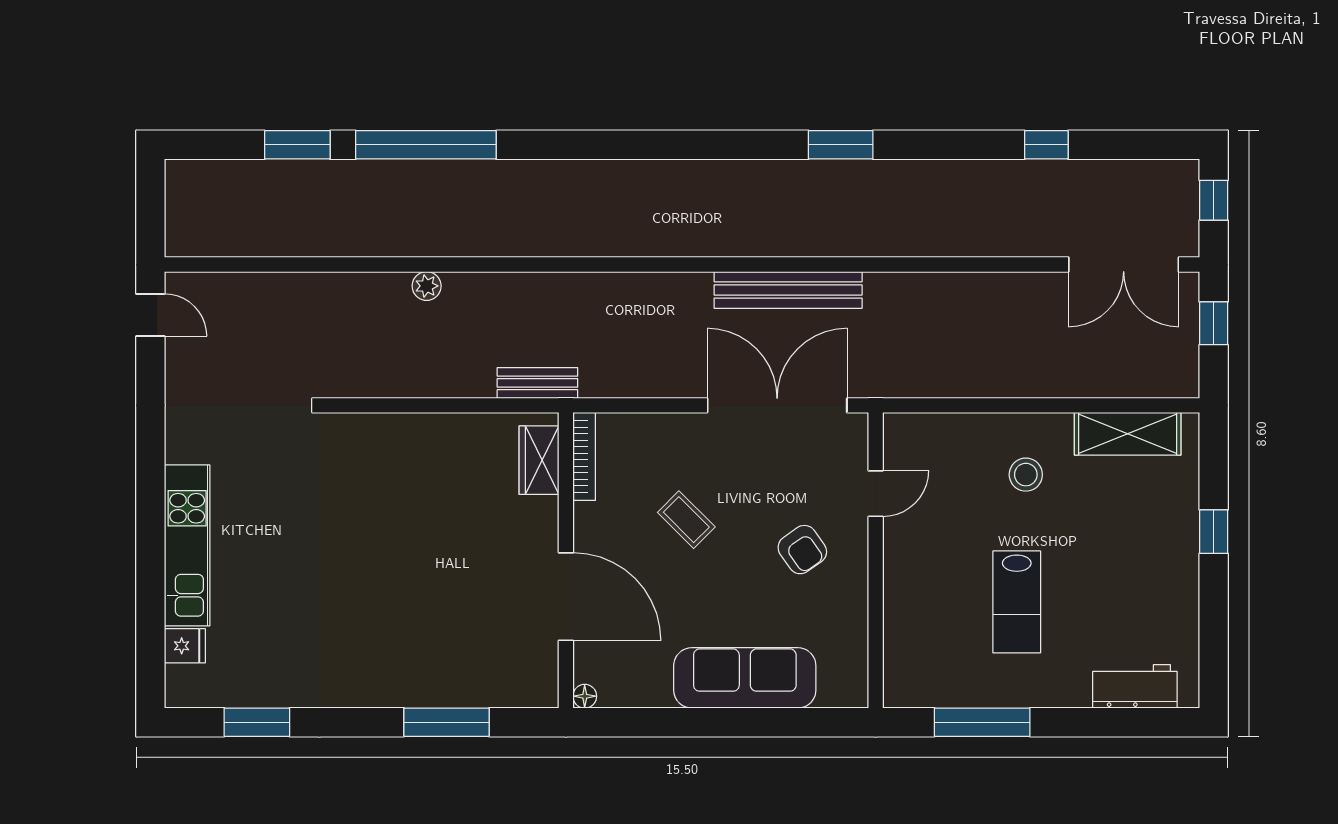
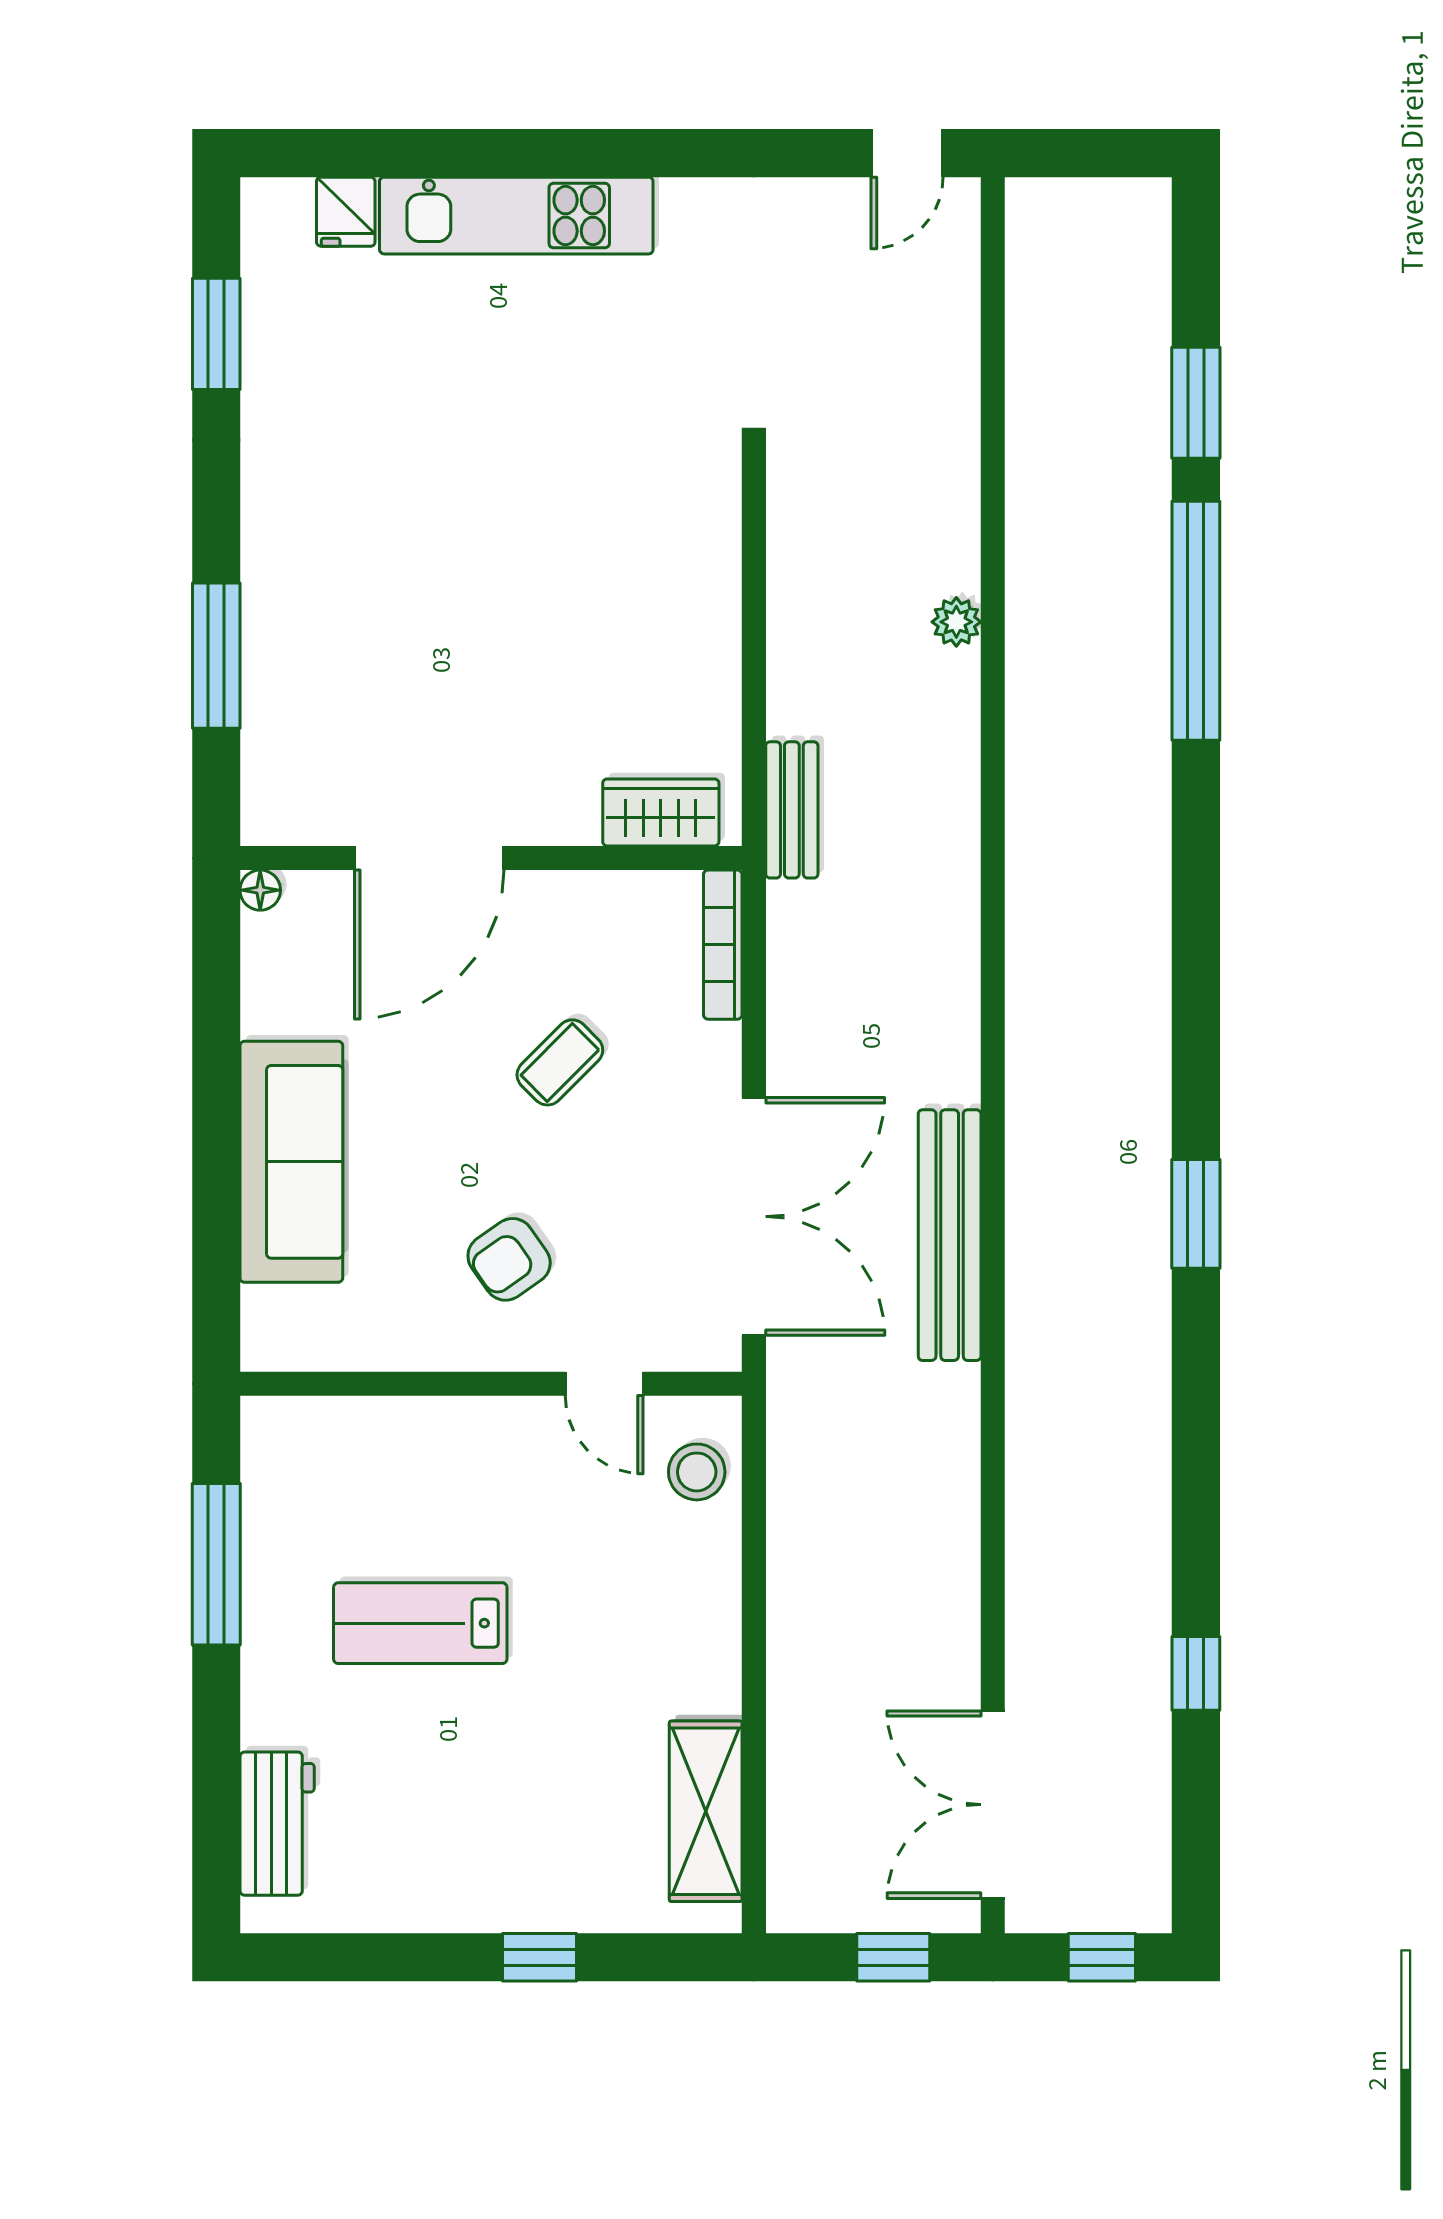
window: (841, 145) -> (1196, 1214), moved
bookcase: (584, 456) -> (723, 945), moved, turned 90
stool: (1026, 475) -> (697, 1472), moved

